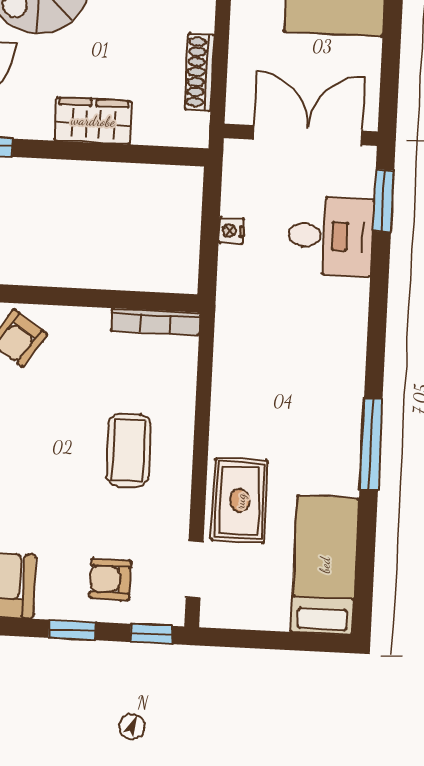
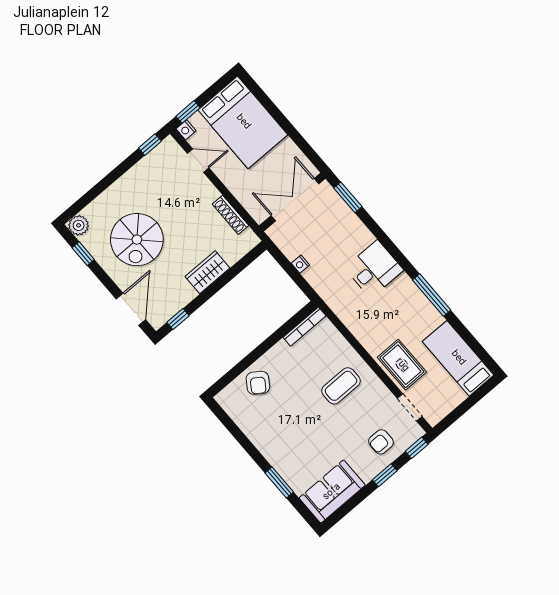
desk: (331, 236) -> (374, 269), moved
coffee table: (128, 450) -> (341, 386), turned 90

